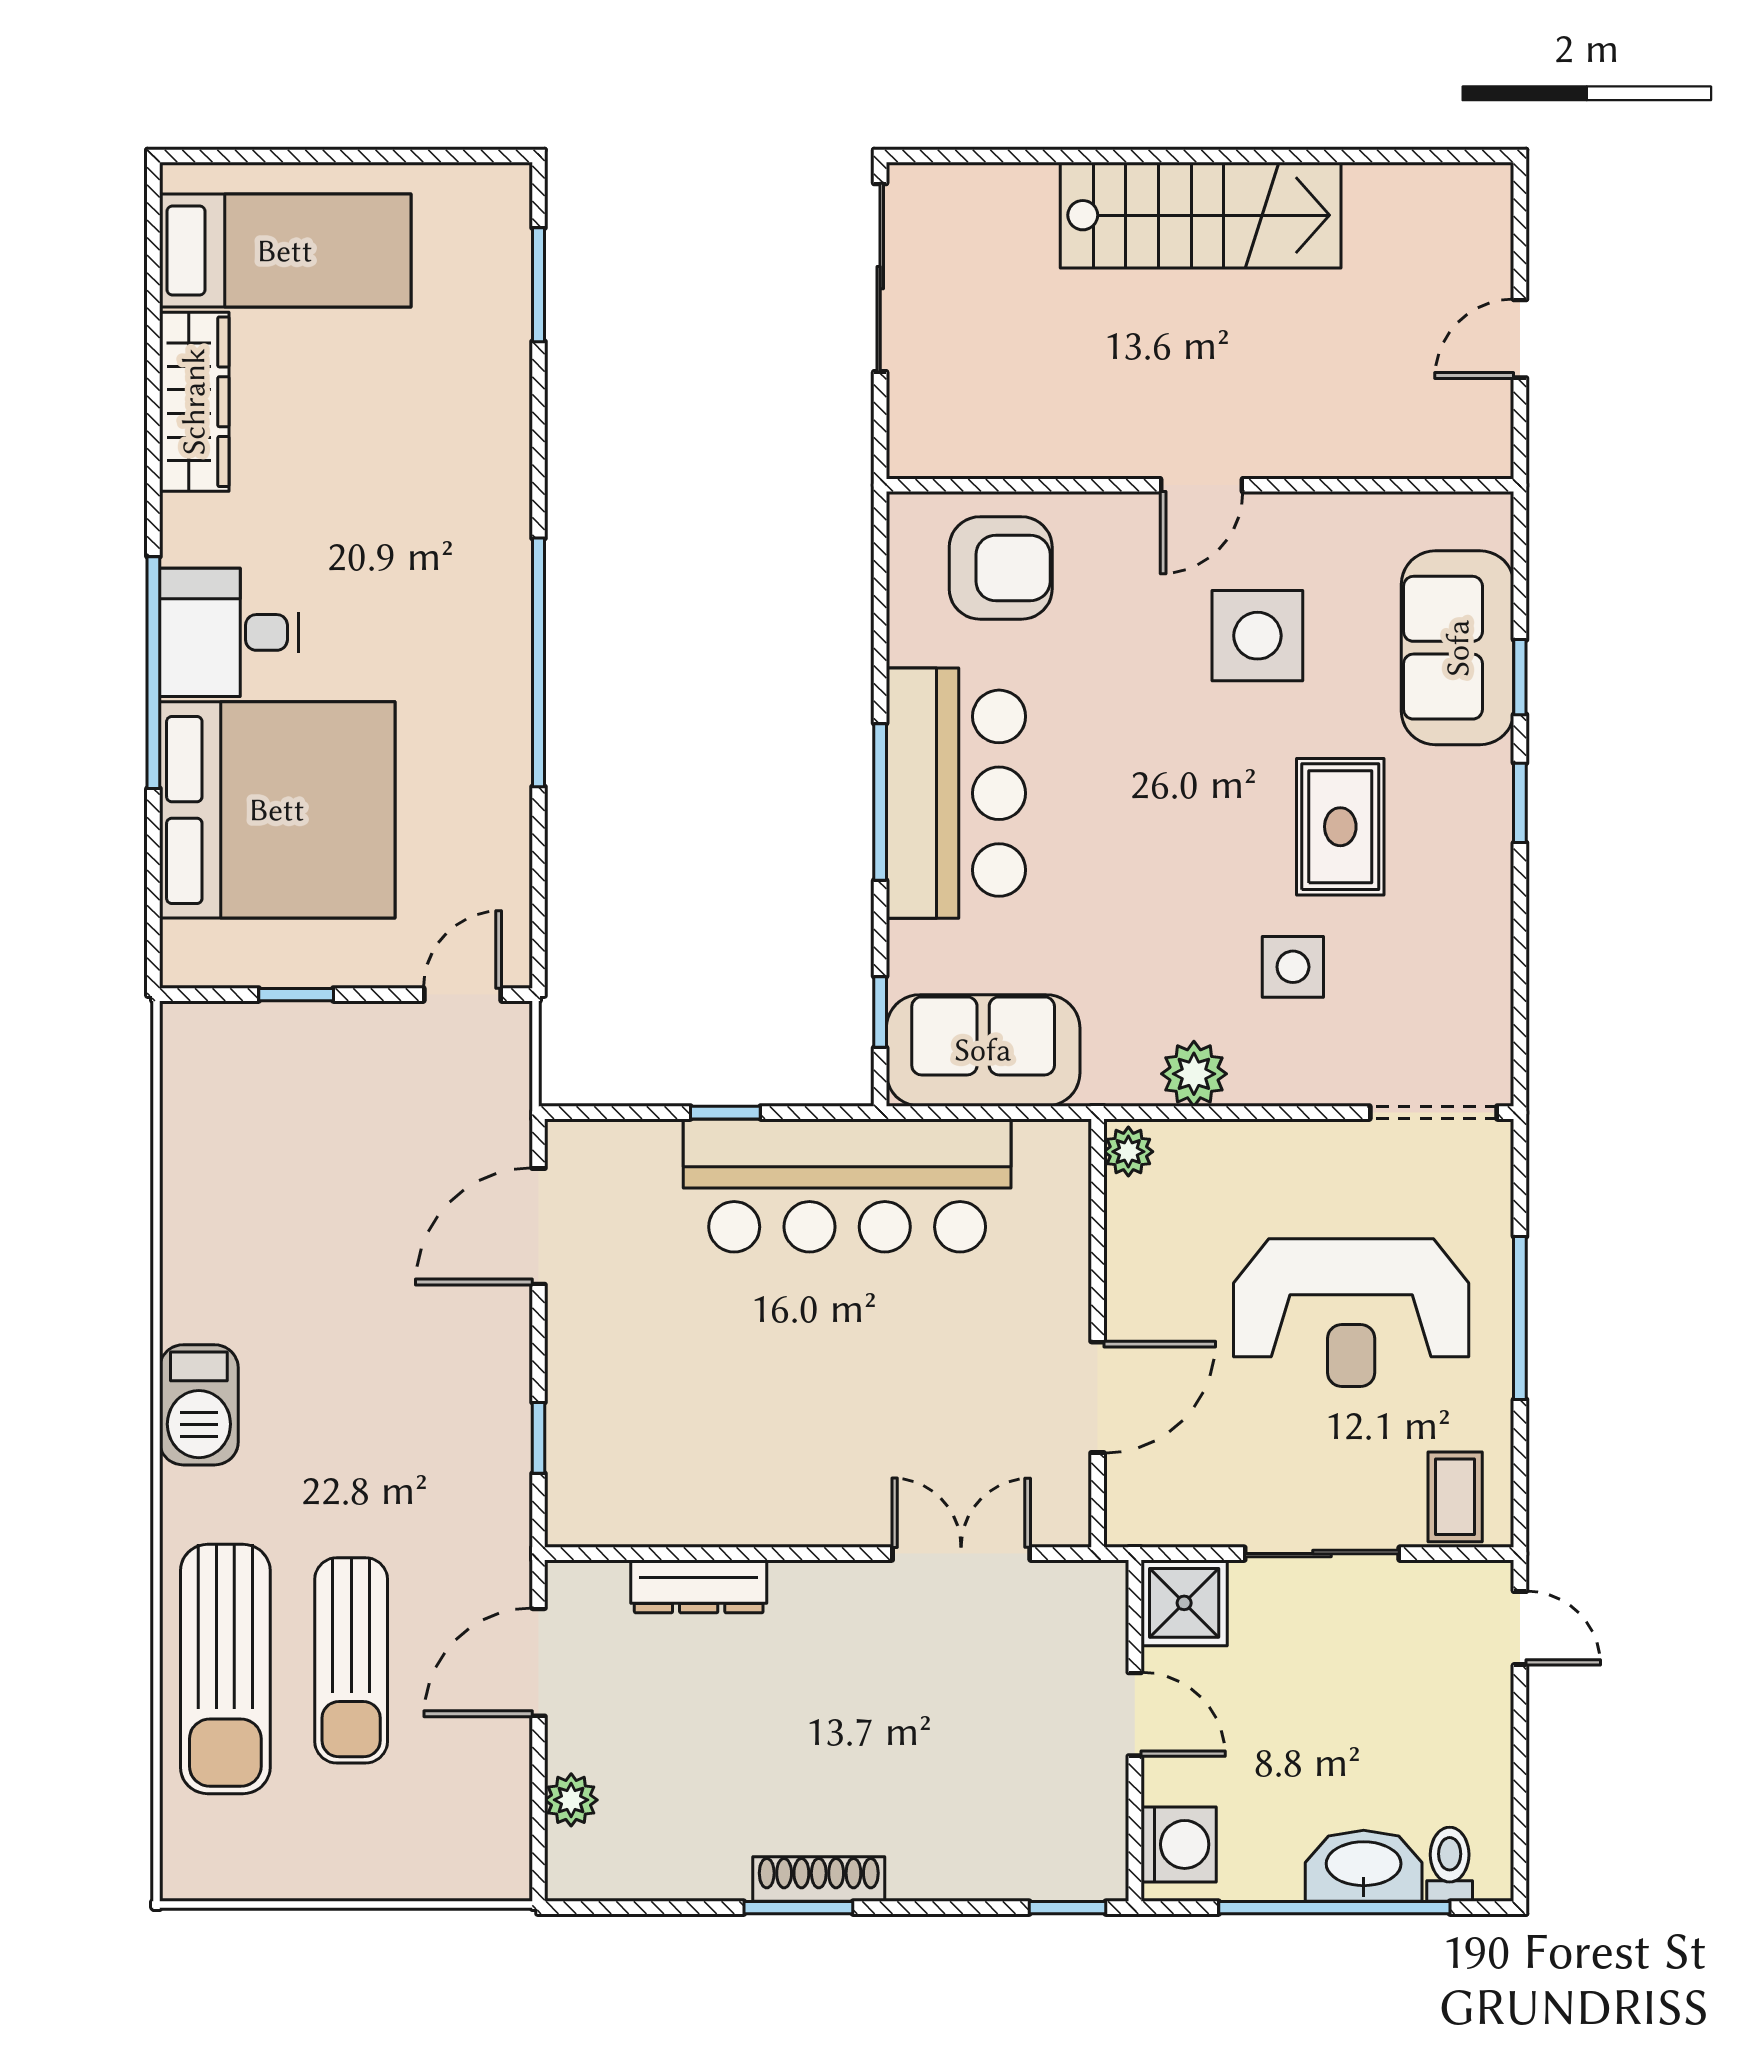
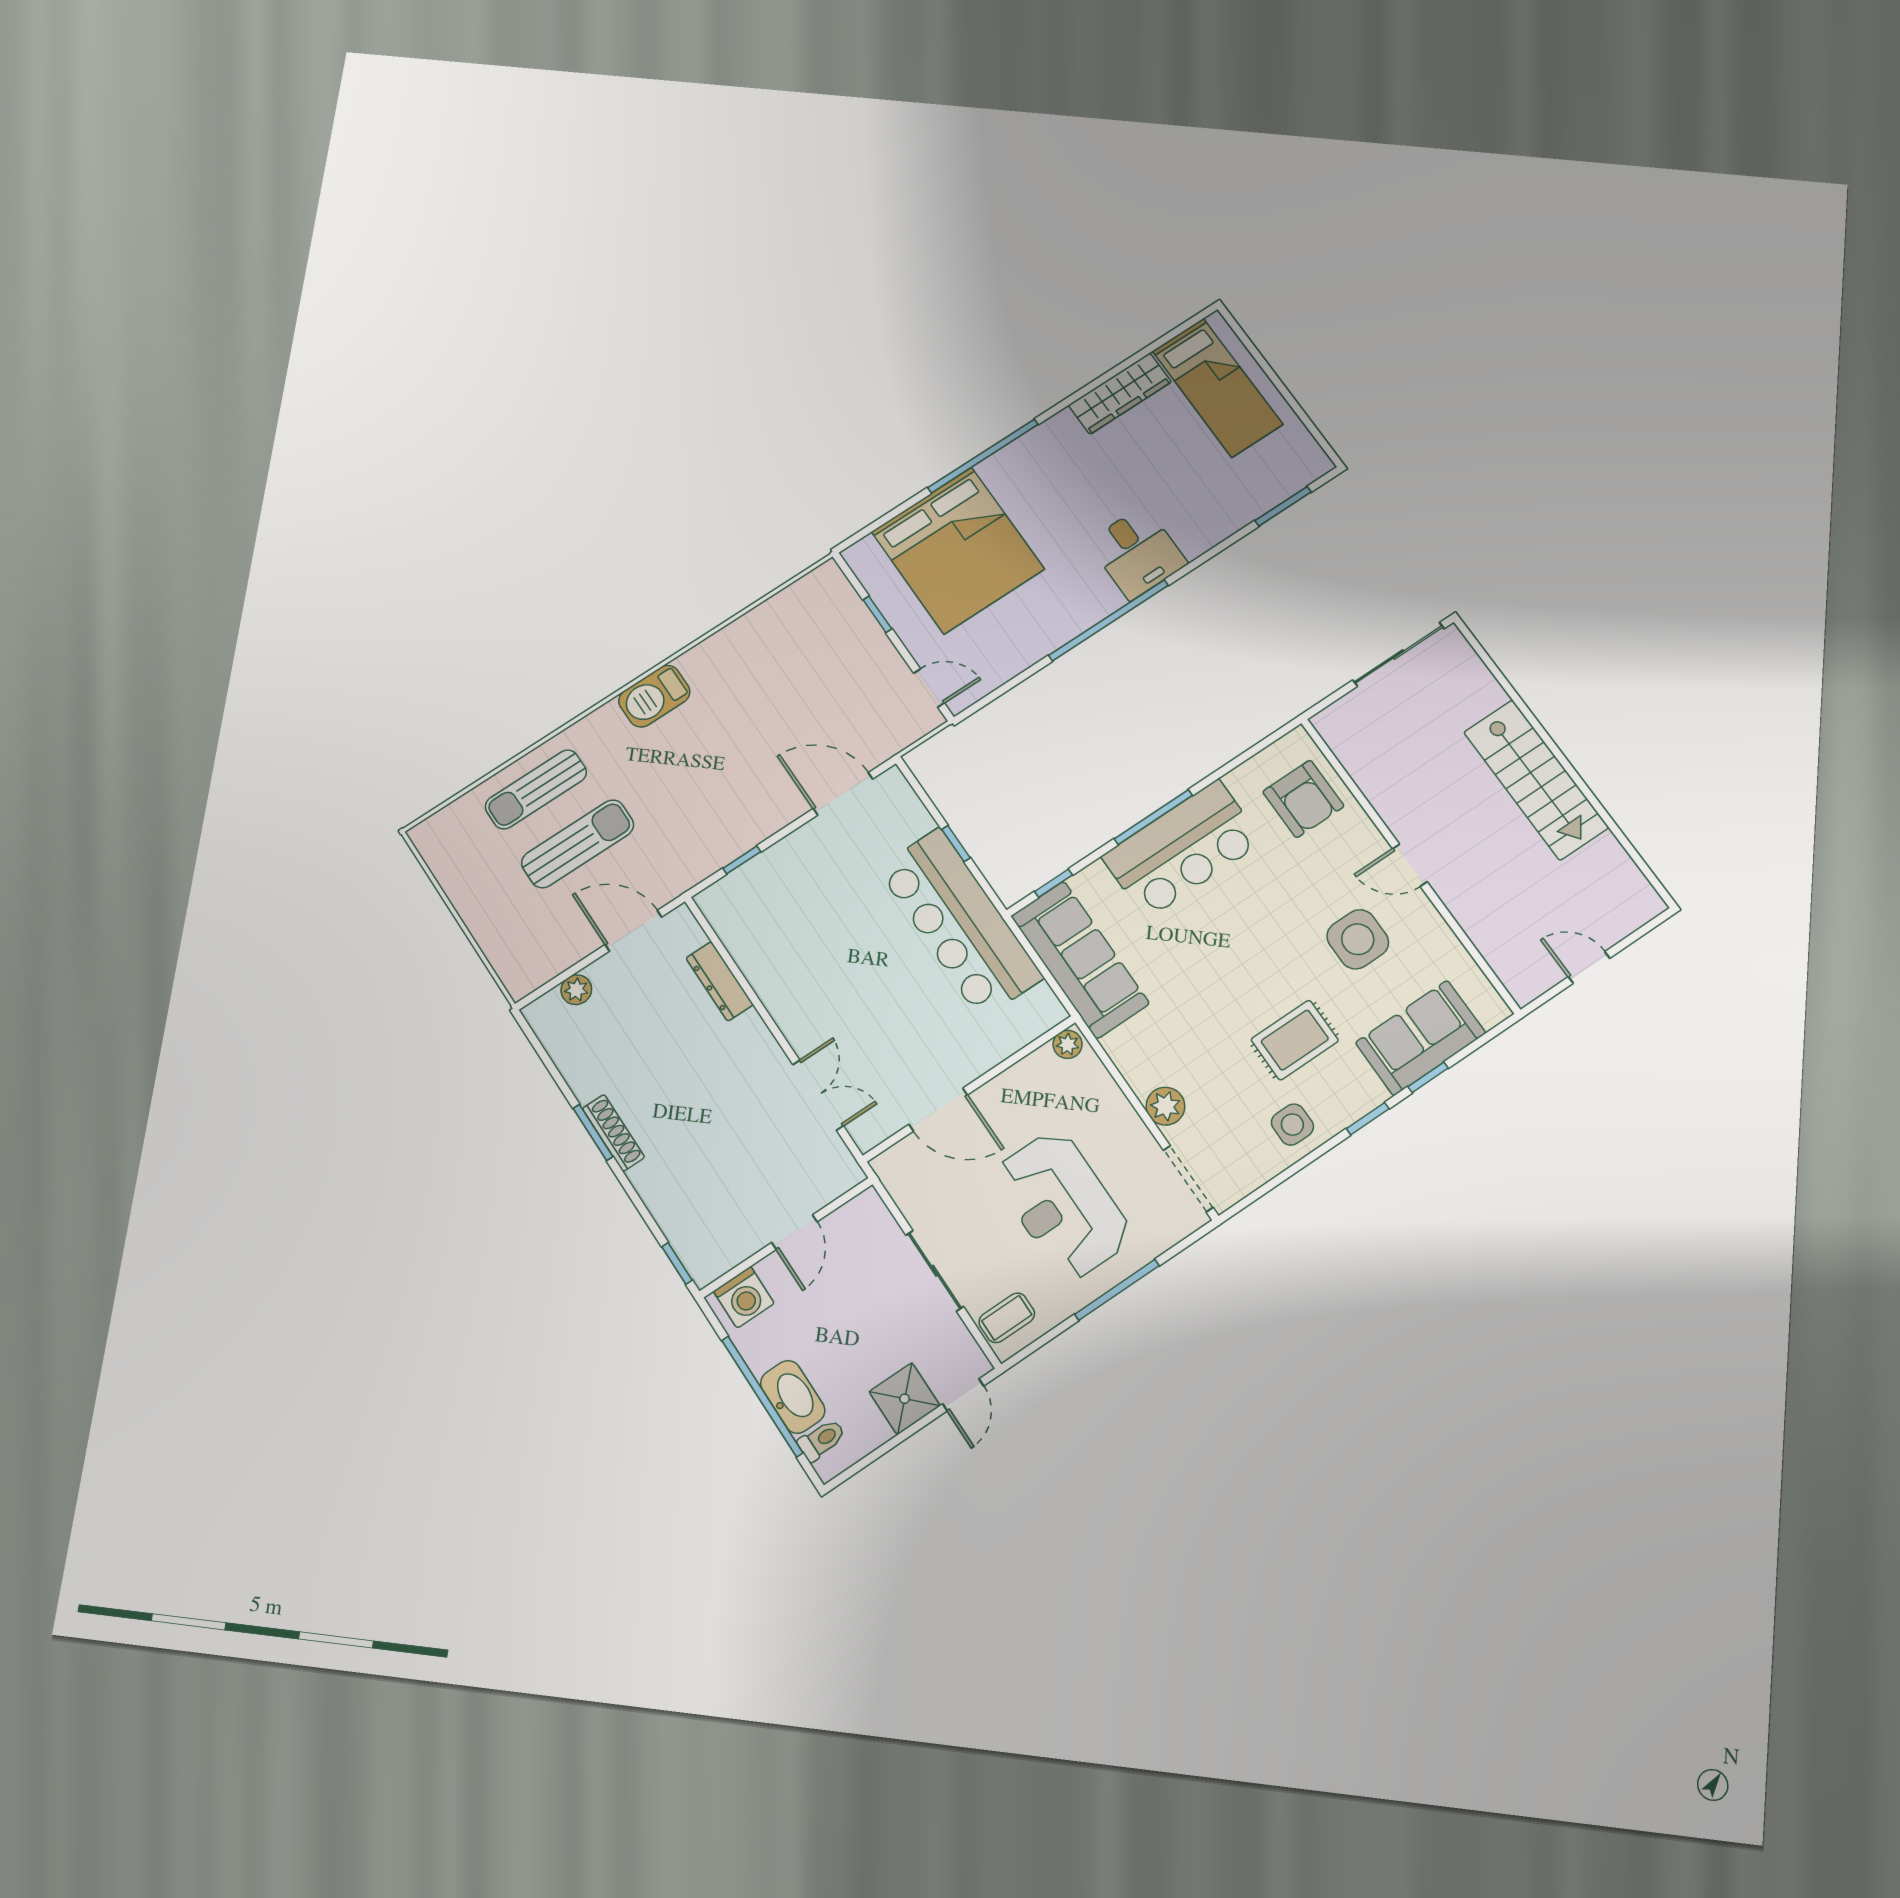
desk: (229, 632) -> (1137, 553), moved, turned 180
side table: (1293, 967) -> (1292, 1125), moved
sofa: (983, 1050) -> (1080, 960), width x1.36
plant: (1194, 1074) -> (1165, 1106), moved
shower: (1184, 1603) -> (905, 1399), moved
sun lounger: (351, 1660) -> (578, 844), turned 180
sun lounger: (225, 1669) -> (536, 789), width x0.73, depth x0.75

